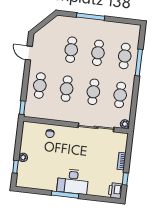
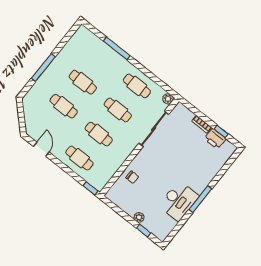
door: (29, 53) -> (41, 149), swing flipped
cafe table: (125, 56) -> (102, 58), removed
desk: (73, 182) -> (179, 201), moved
printer: (115, 191) -> (215, 139), moved

